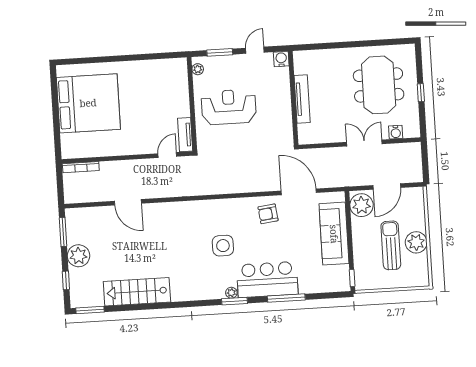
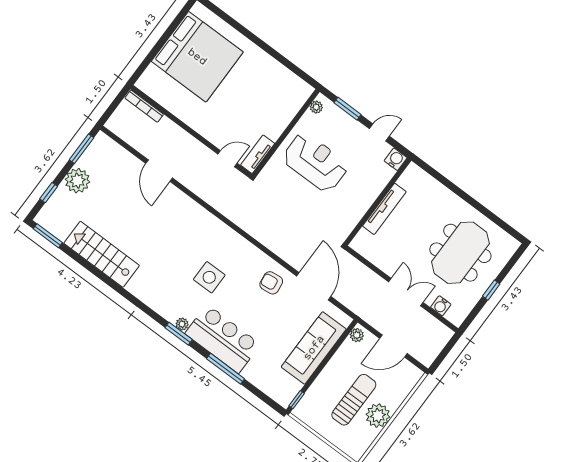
plant: (361, 205) -> (357, 335), width x0.53, depth x0.53

